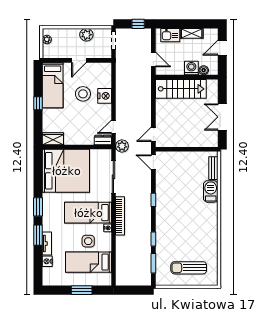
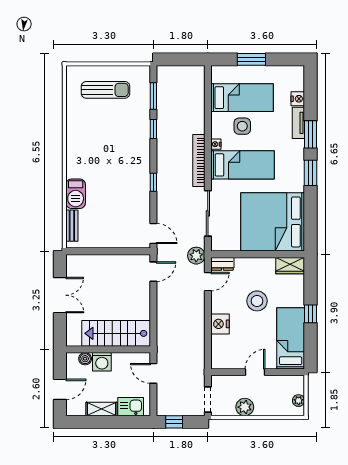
stool: (83, 94) -> (257, 301), moved

